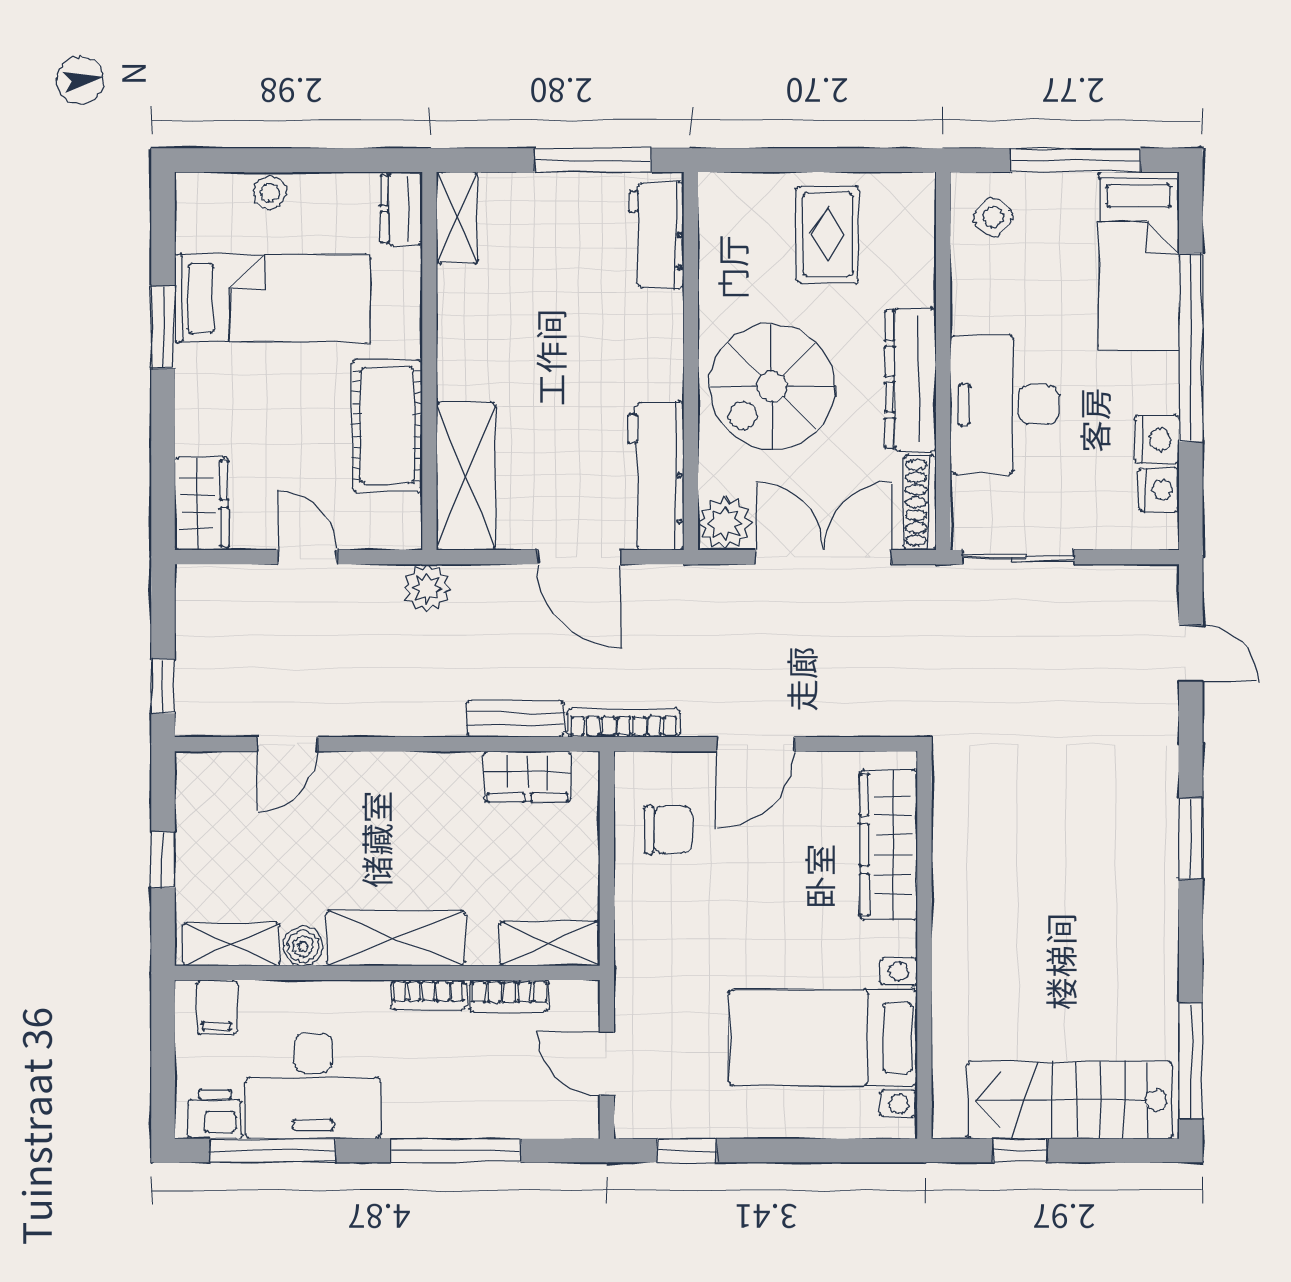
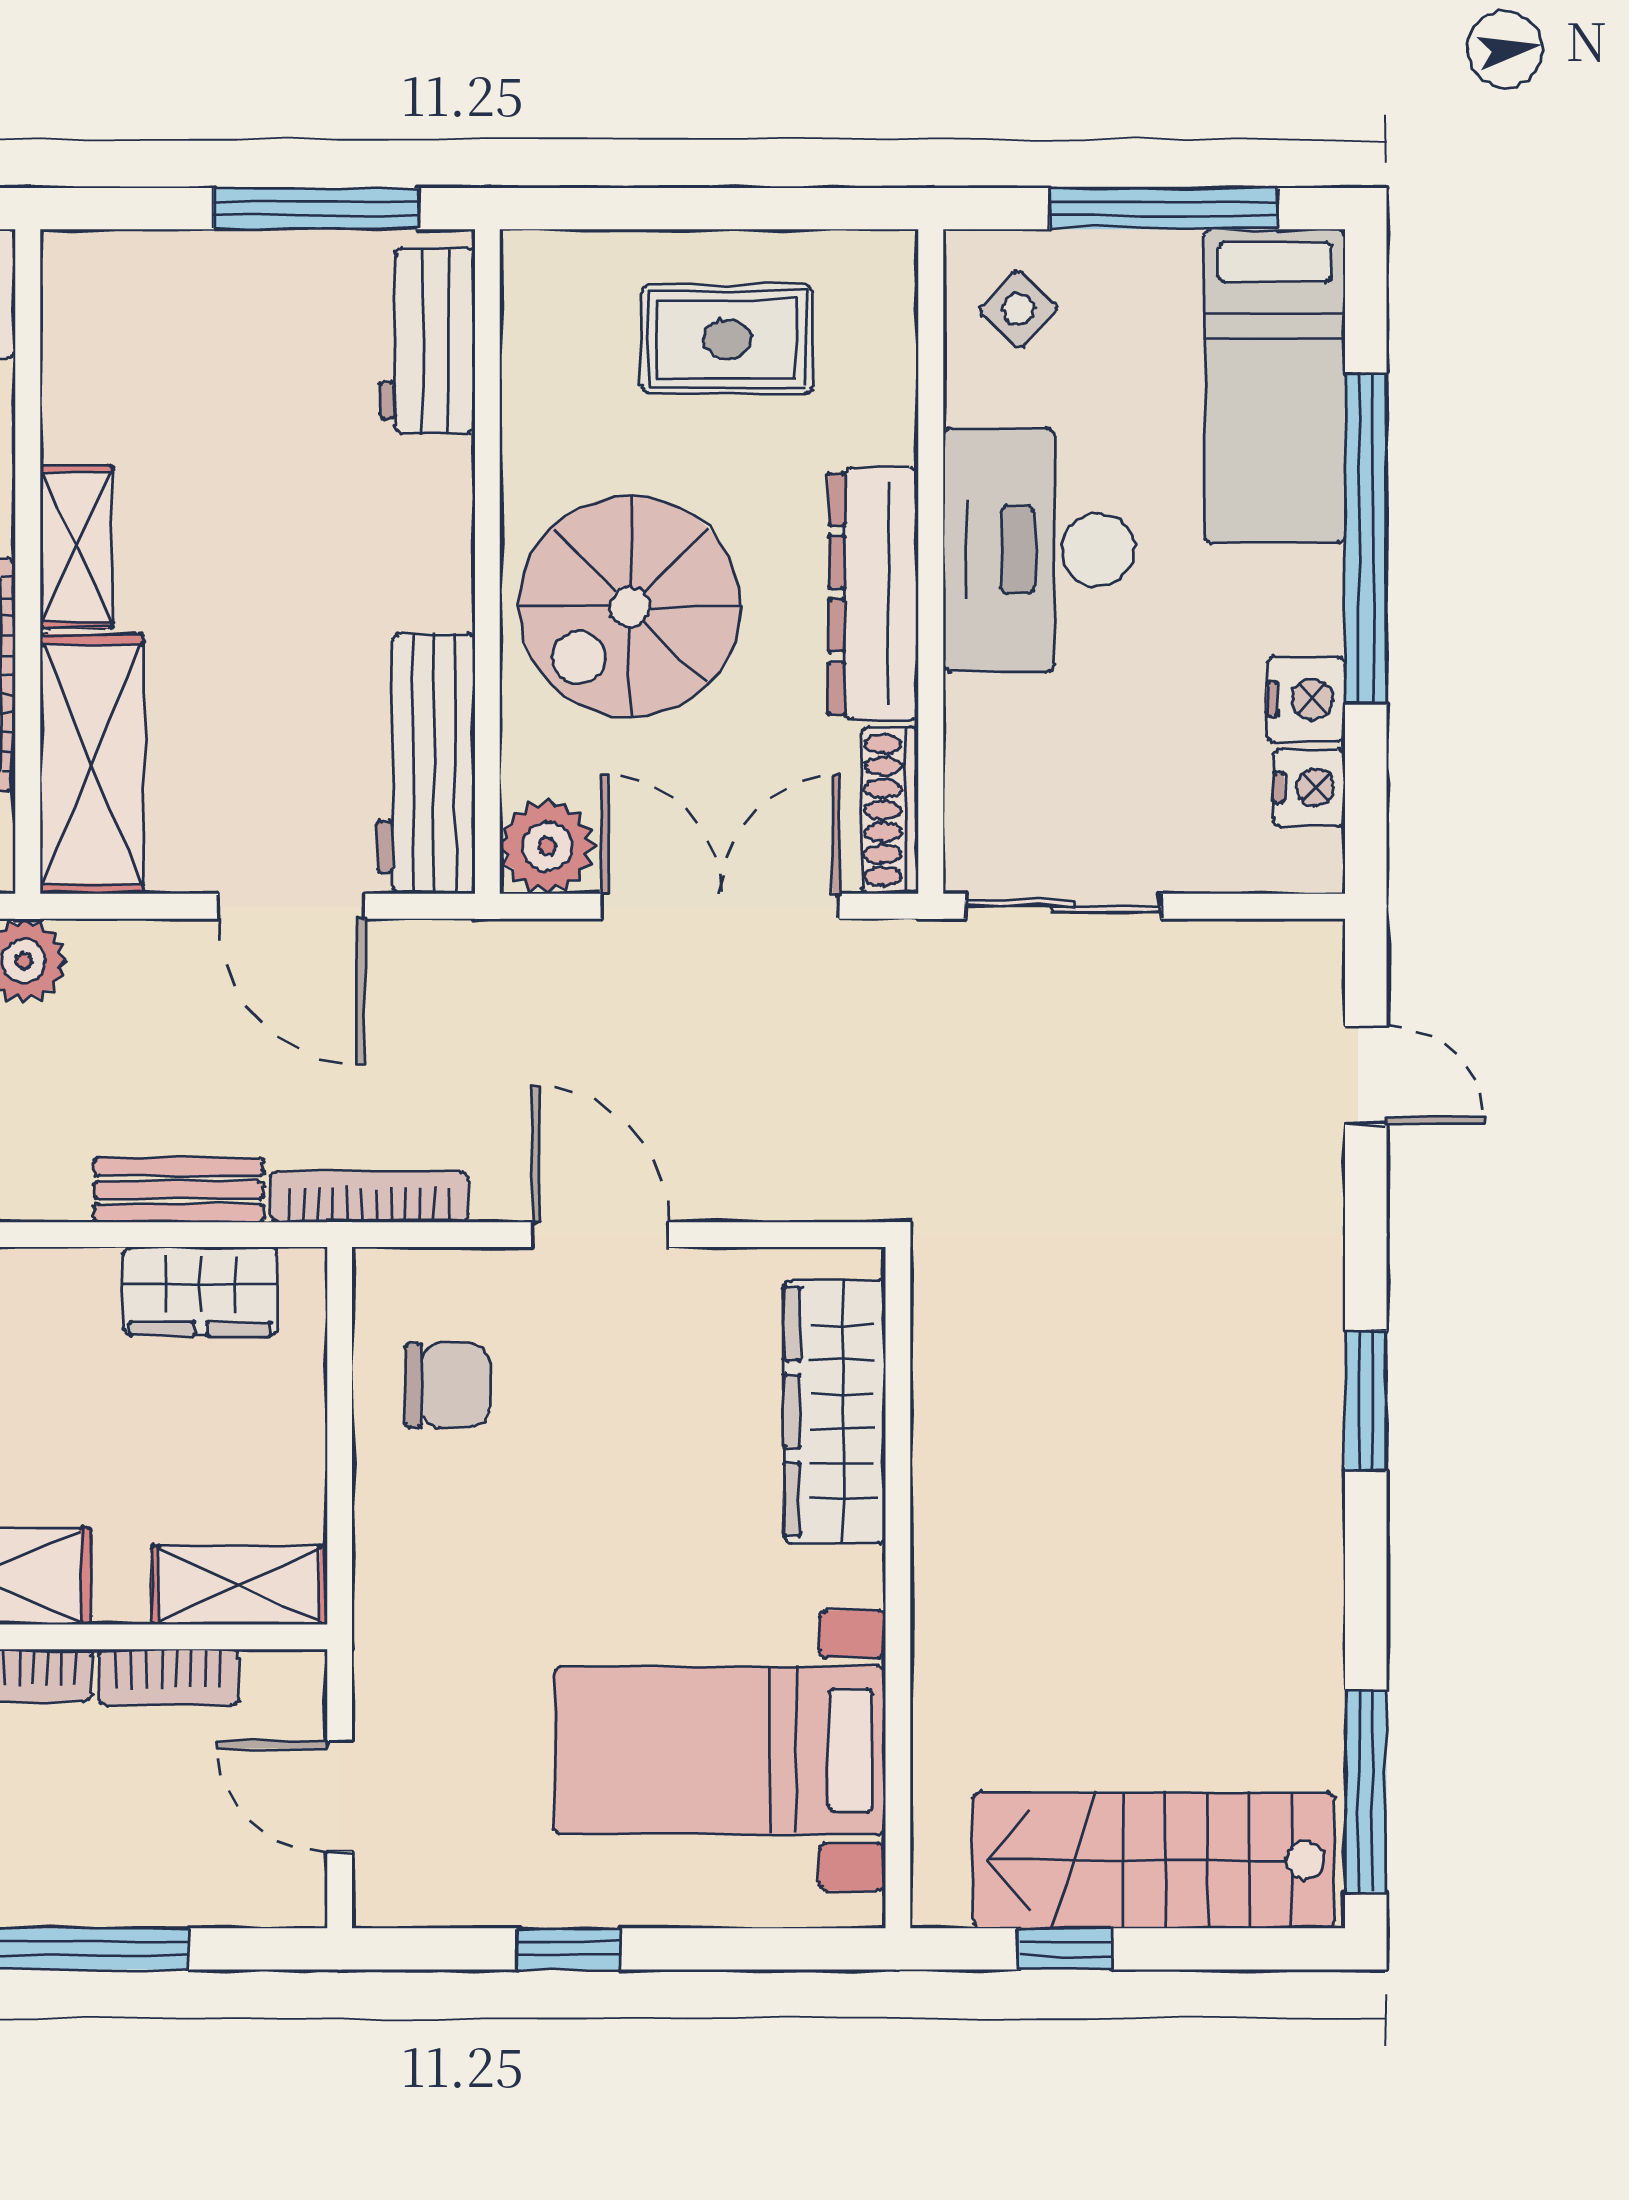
shelving: (457, 218) -> (76, 547), moved
rug: (827, 234) -> (727, 339), turned 90
desk: (1005, 405) -> (1039, 550), moved
door: (755, 744) -> (601, 1235), swing flipped
window: (687, 1150) -> (569, 1949), moved

